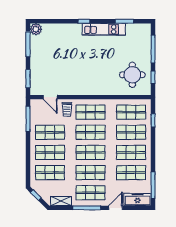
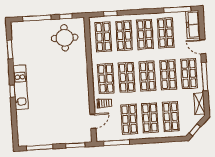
plant: (36, 29) -> (24, 140), removed
kitchen unit: (104, 29) -> (21, 87), moved

